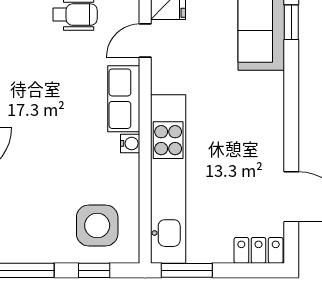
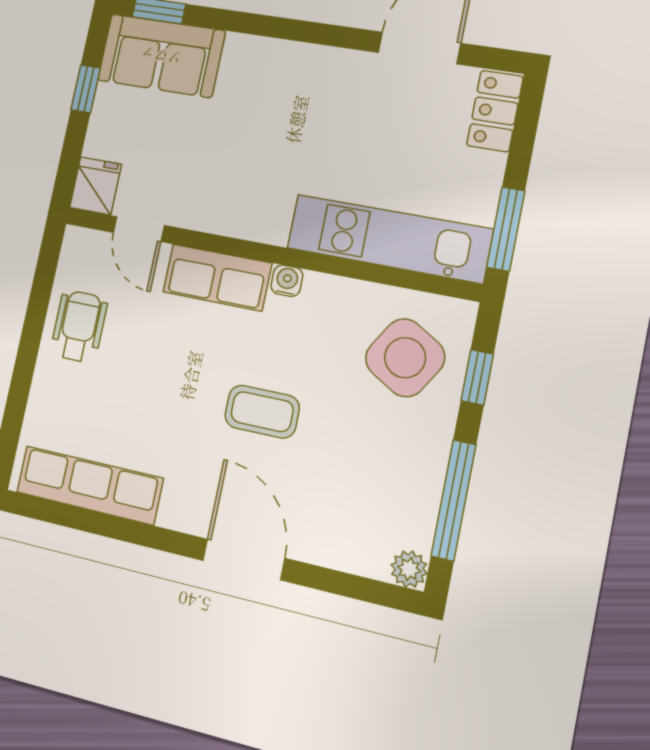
coffee table: (46, 145) -> (262, 412), added
kitchen unit: (168, 179) -> (389, 239), width x0.73
side table: (97, 225) -> (405, 358), turned 31

